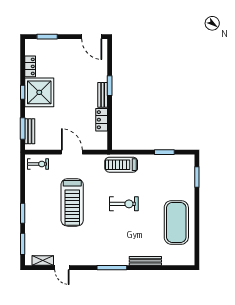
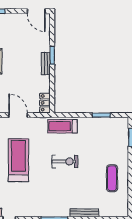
locker: (102, 120) -> (45, 103), moved
treadmill: (72, 202) -> (18, 160), turned 180
exercise mat: (176, 222) -> (112, 178), width x0.50, depth x0.69

